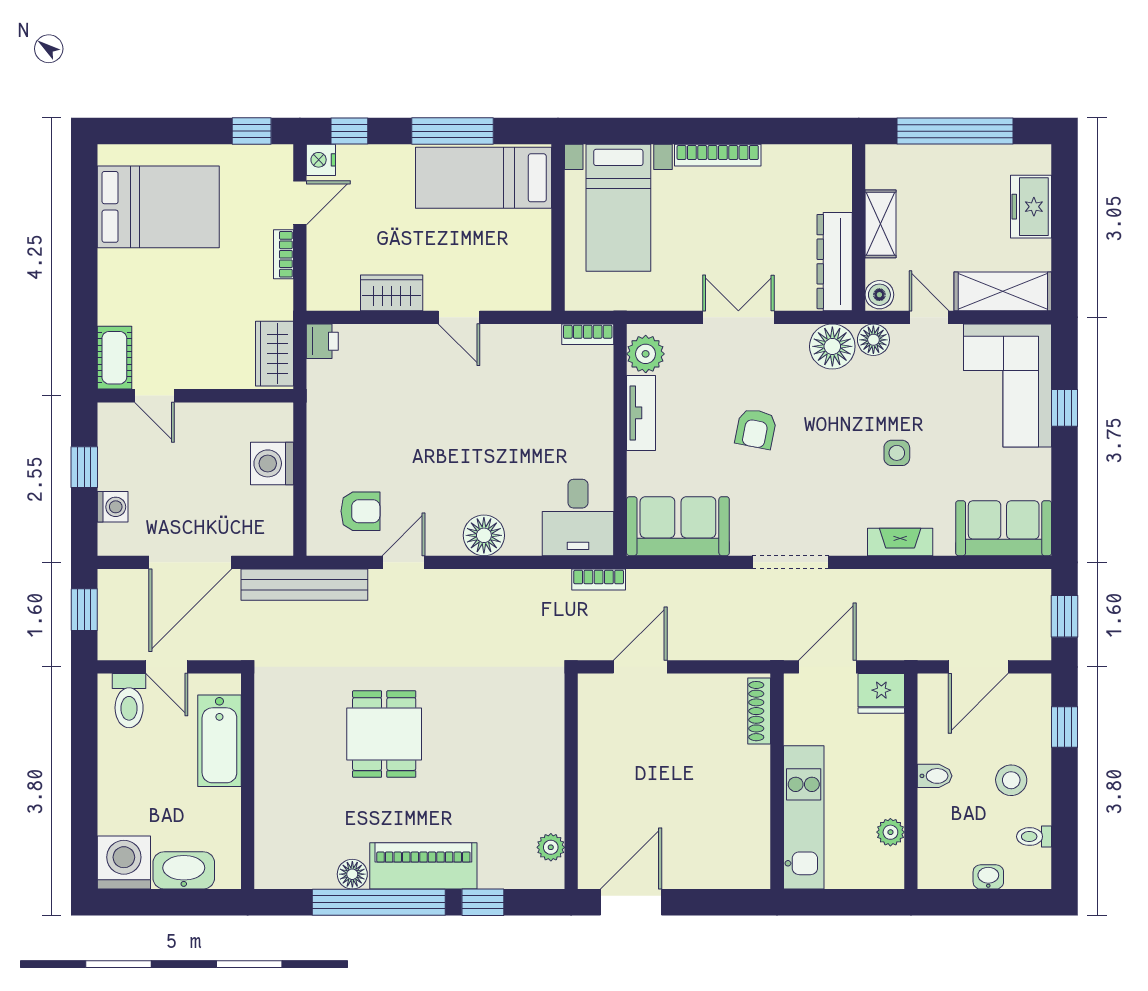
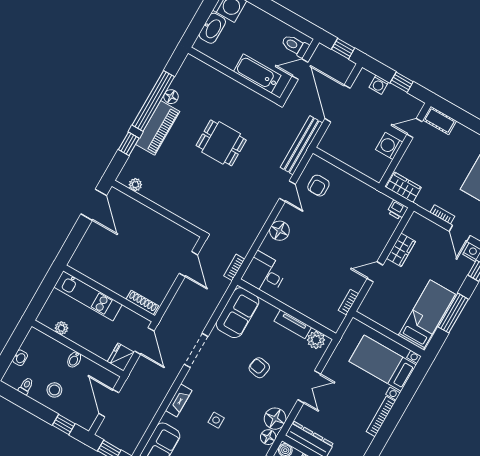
bookcase: (588, 334) -> (348, 302), moved
washing machine: (272, 463) -> (389, 146), moved, turned -90

